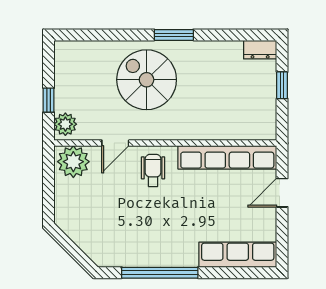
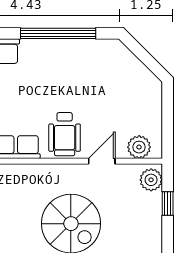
plant: (73, 162) -> (139, 147), width x0.73, depth x0.73
wheelchair: (153, 170) -> (65, 134), width x1.36, depth x1.37

